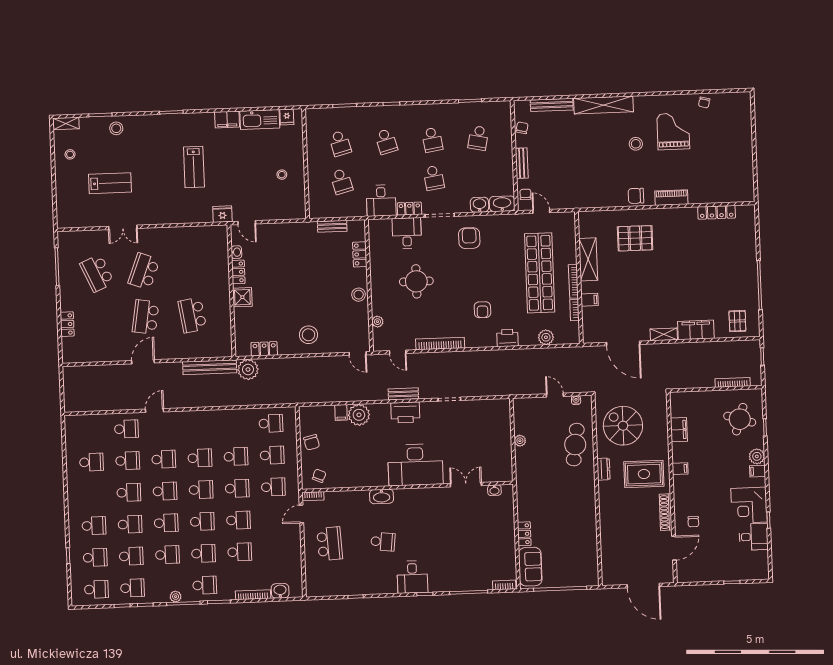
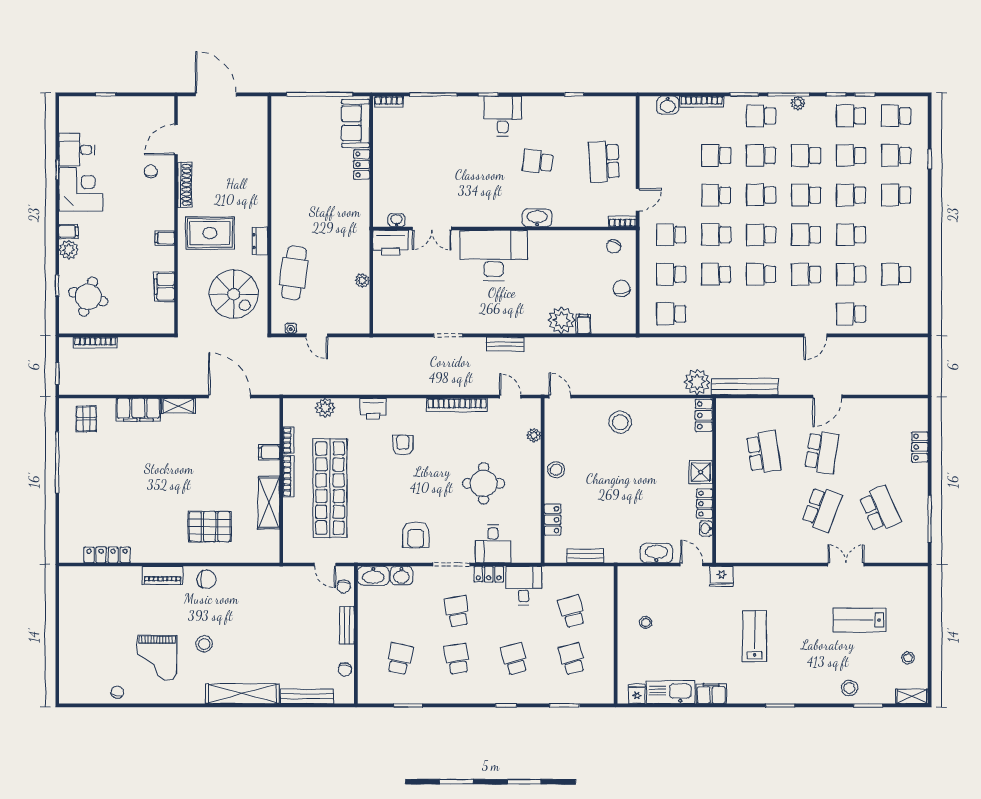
washbasin: (275, 231) -> (656, 553), added
locker: (264, 349) -> (704, 415), moved, turned 90
printer: (405, 412) -> (390, 243), moved, turned 180

